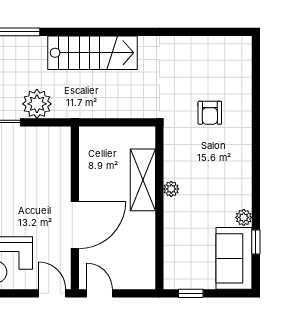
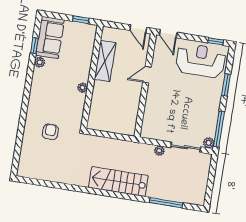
plant: (37, 104) -> (159, 151), width x0.53, depth x0.53
shelving: (143, 180) -> (105, 61), moved
door: (75, 225) -> (147, 75), width x0.53

